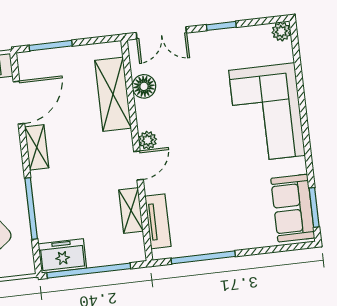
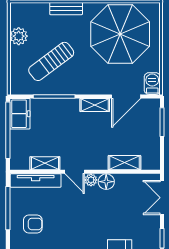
floor lamp: (144, 86) -> (106, 182), moved
shelving: (113, 94) -> (124, 163), width x0.67, depth x0.75
door: (19, 103) -> (126, 96), hinge flipped
armchair: (222, 218) -> (33, 224), added
tv unit: (158, 221) -> (36, 181), width x1.41

